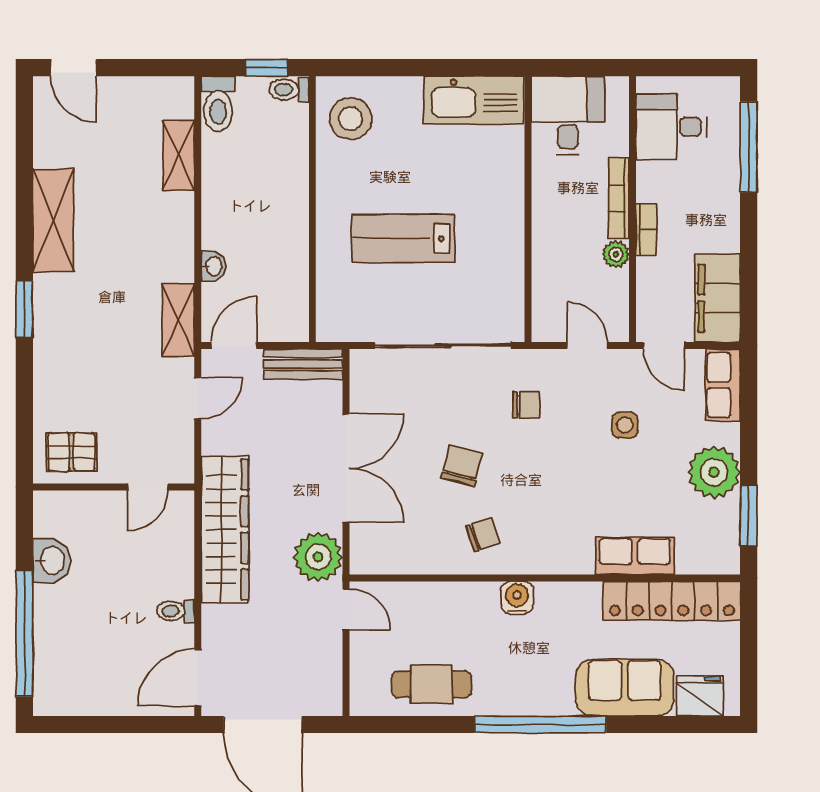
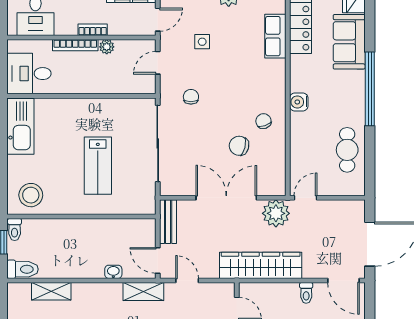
chair: (462, 466) -> (239, 146), moved

